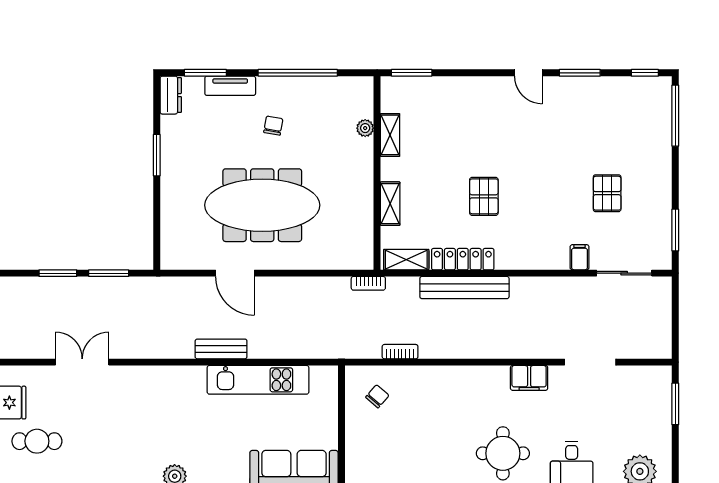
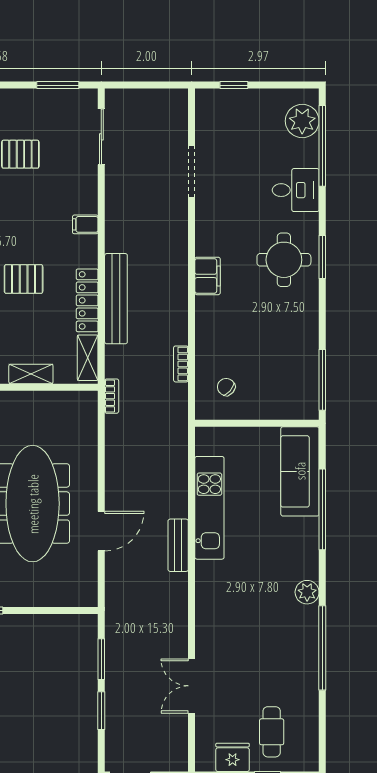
filing cabinet: (580, 257) -> (85, 224), moved
filing cabinet: (529, 378) -> (208, 276), moved
window: (675, 404) -> (234, 85), width x0.67

